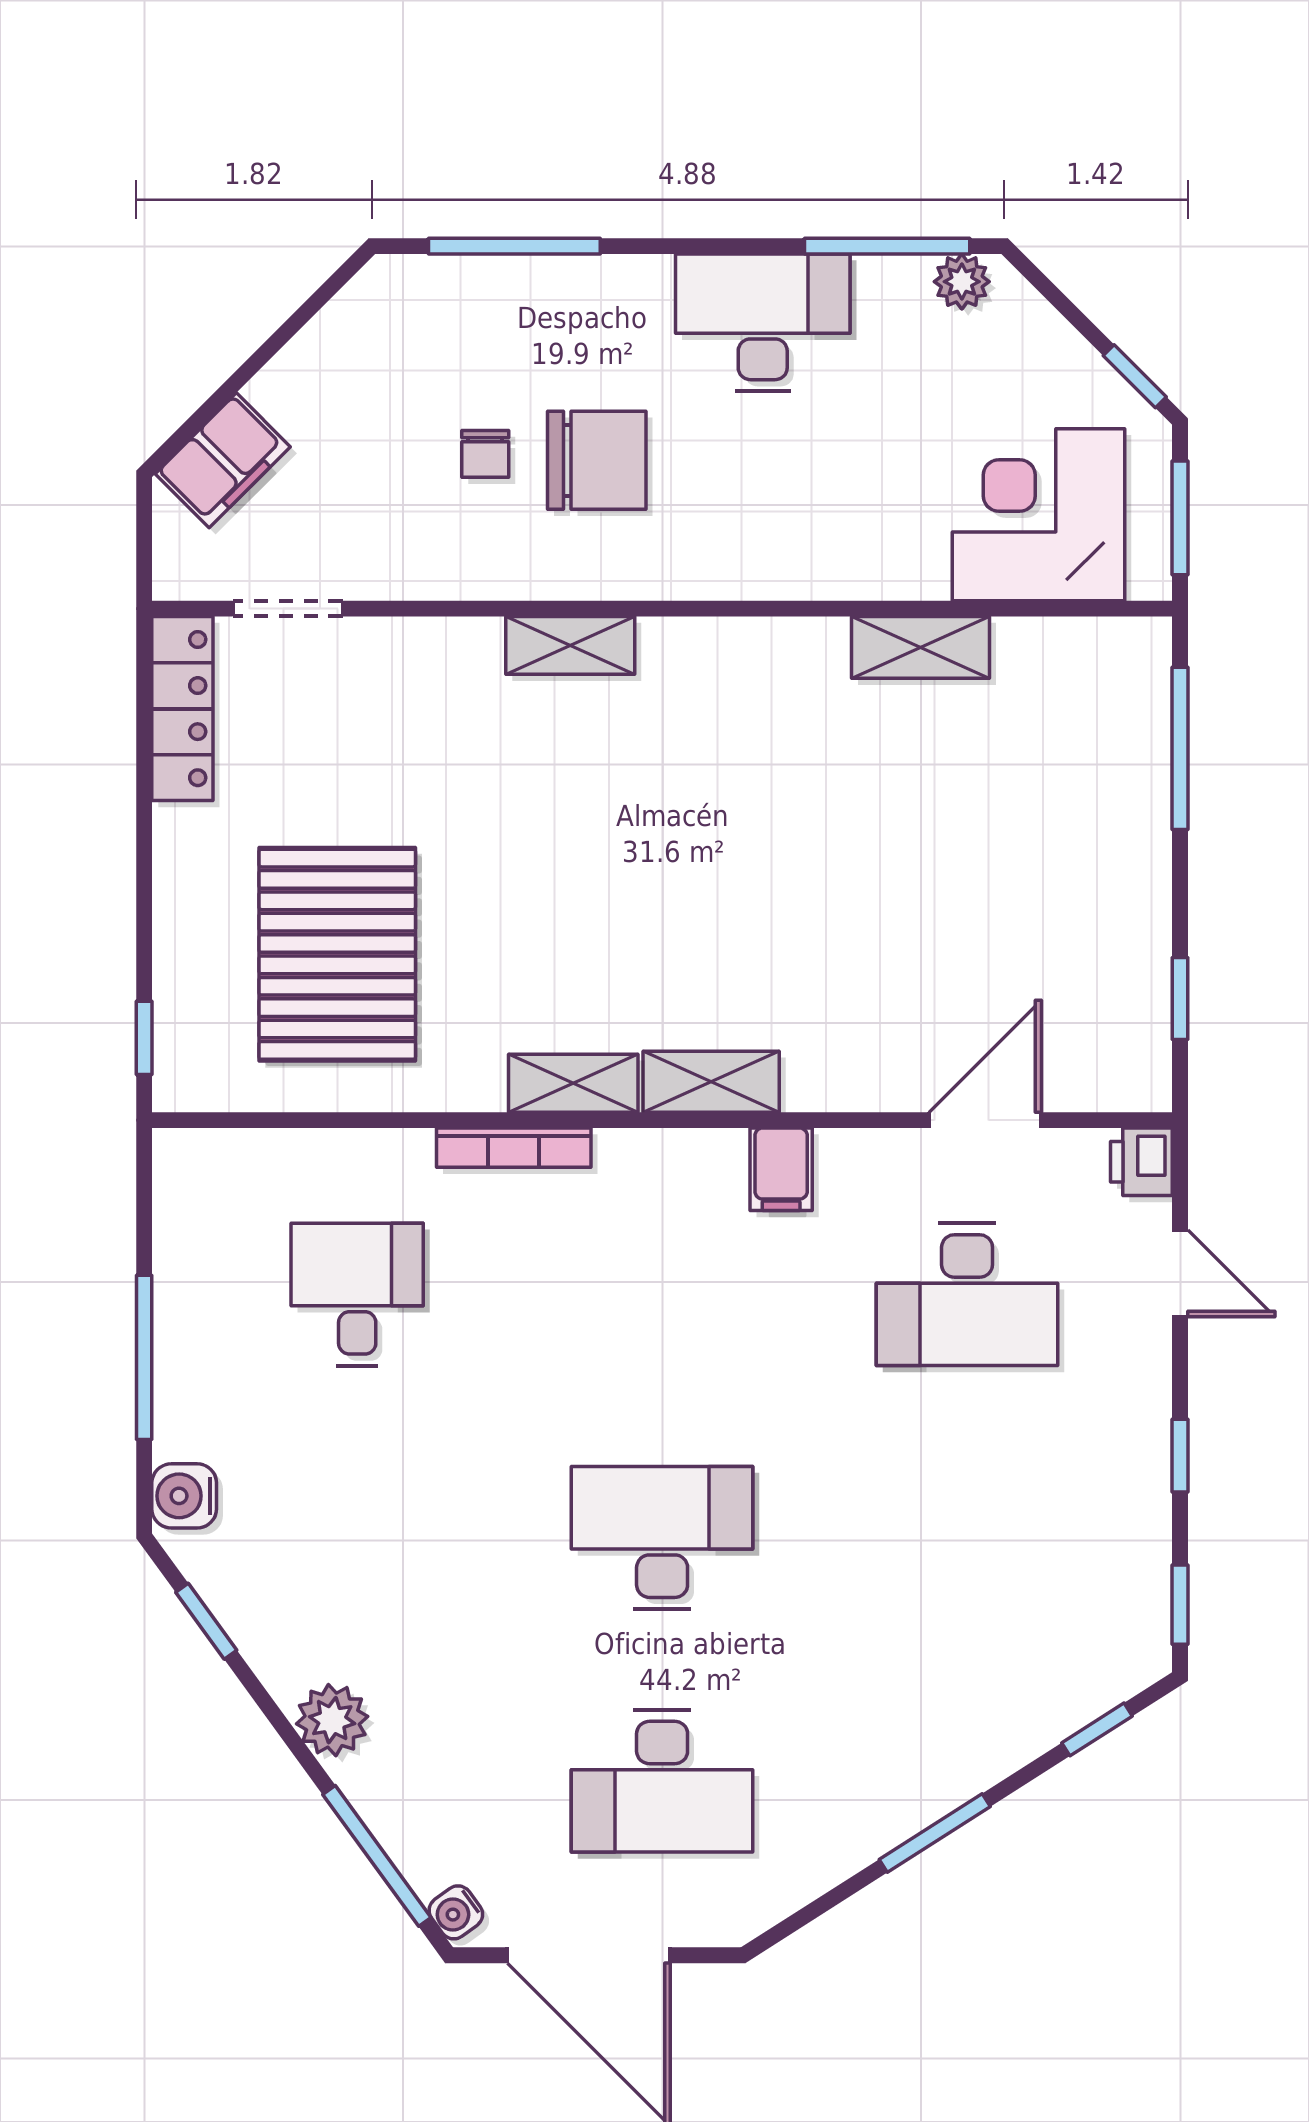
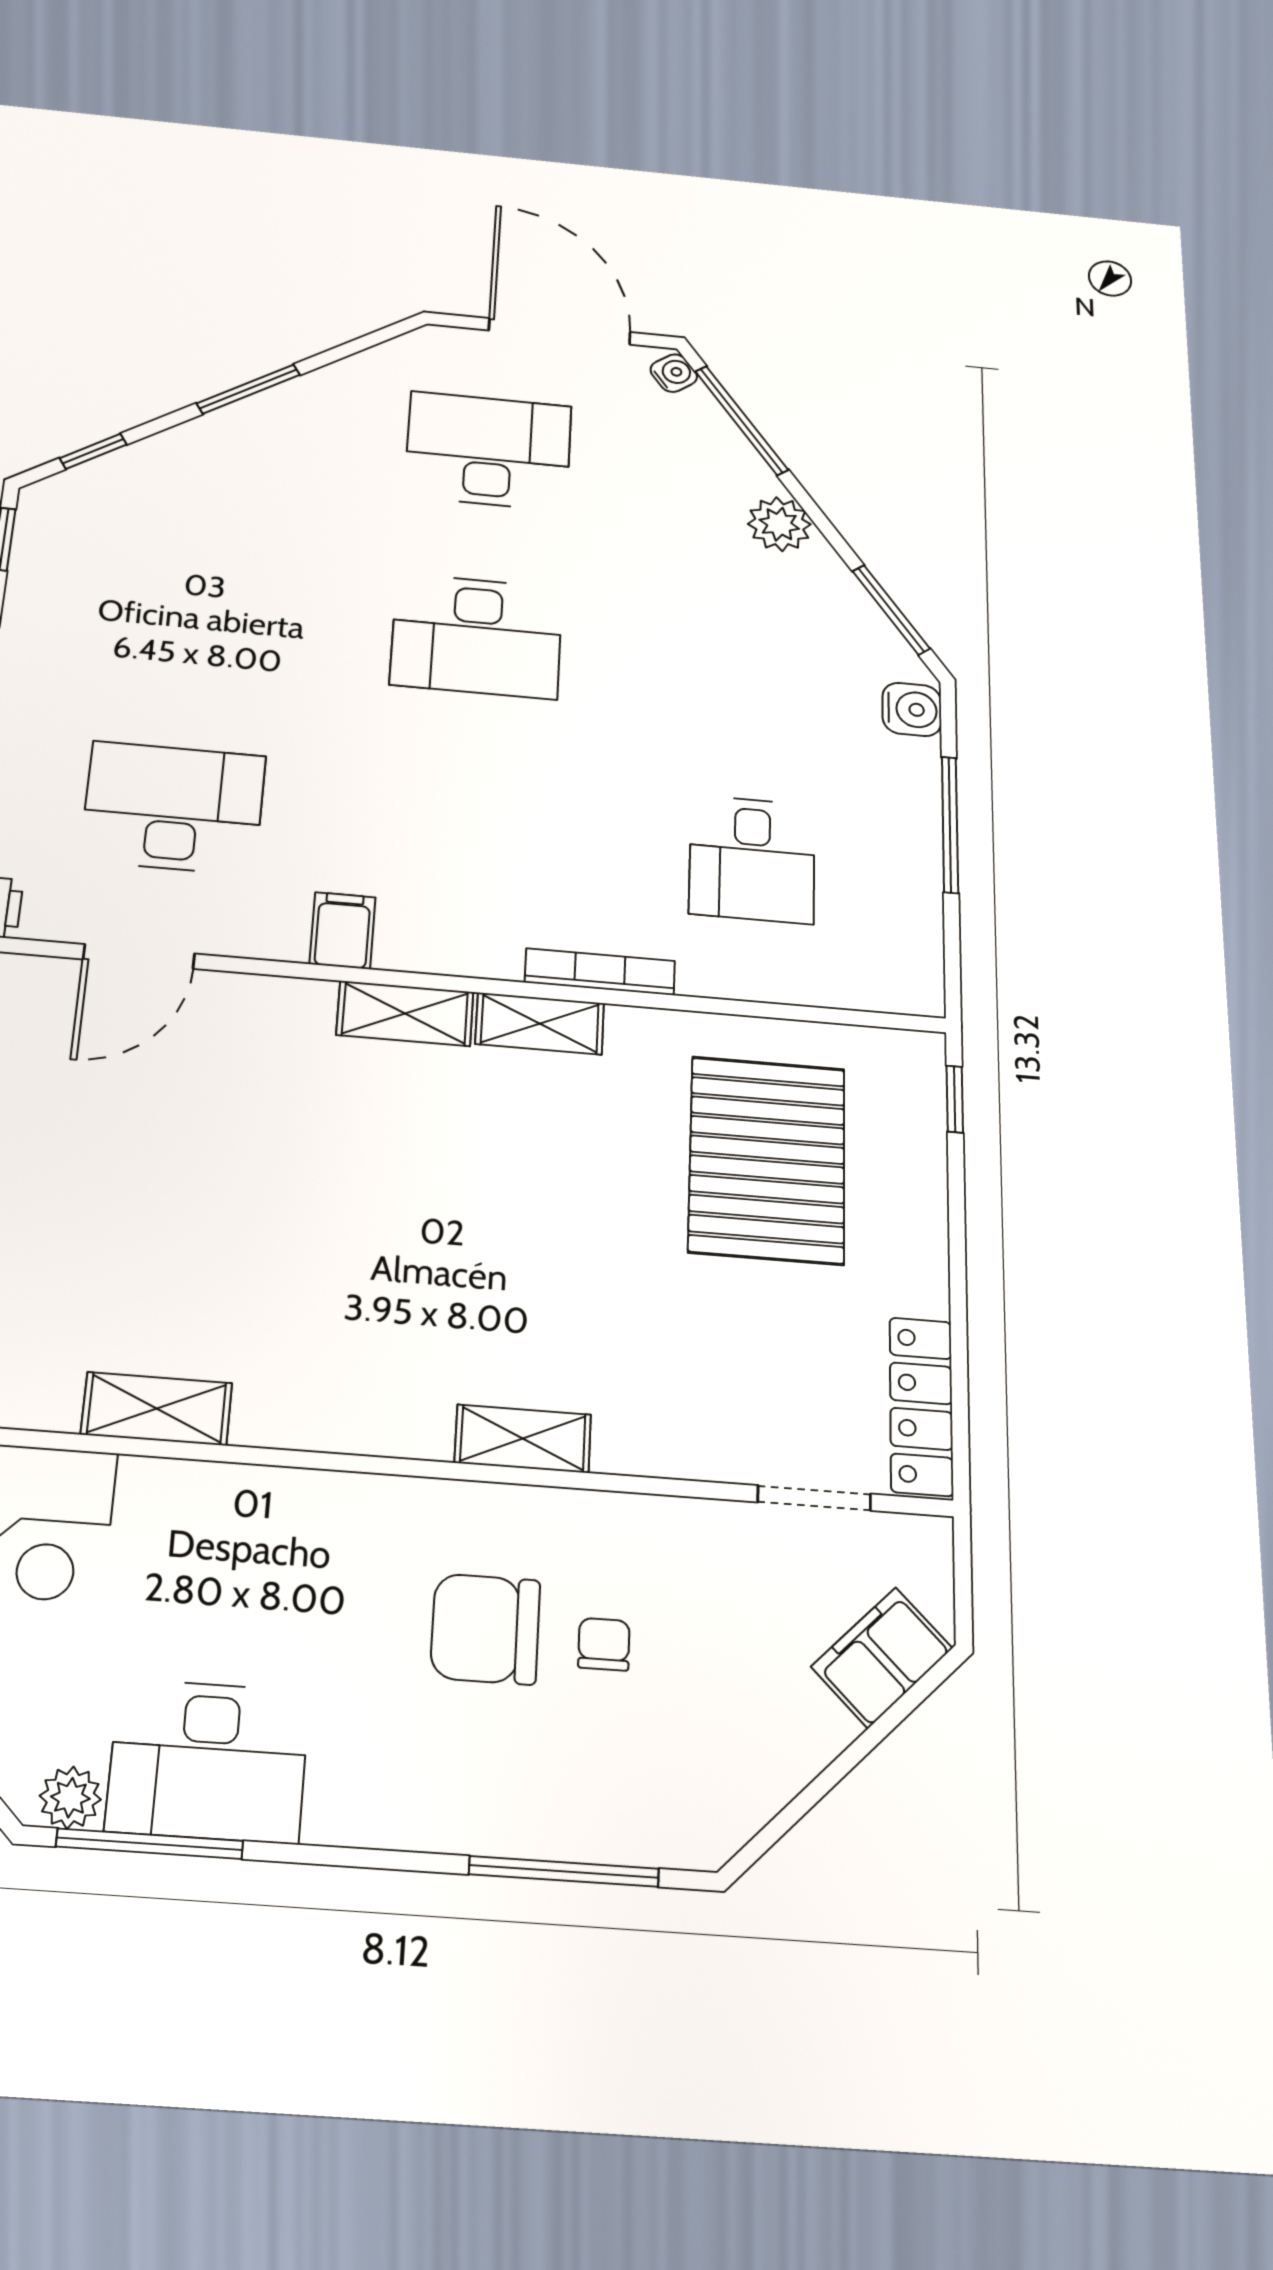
desk: (763, 322) -> (208, 1761), moved
window: (206, 1621) -> (891, 610), width x1.50

